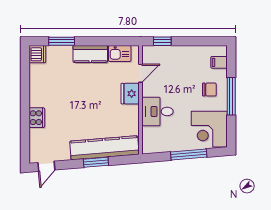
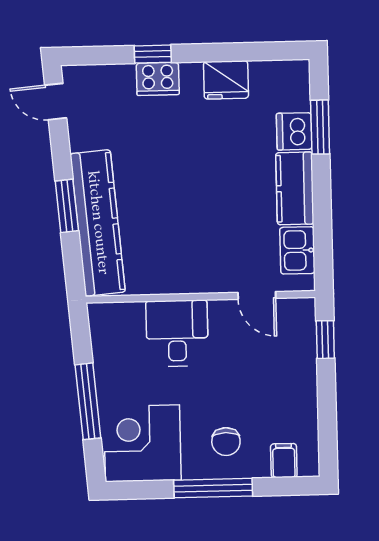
dishwasher: (37, 54) -> (294, 131), moved, turned 90
fridge: (130, 94) -> (226, 80), moved, turned 180
window: (25, 120) -> (153, 54), added

